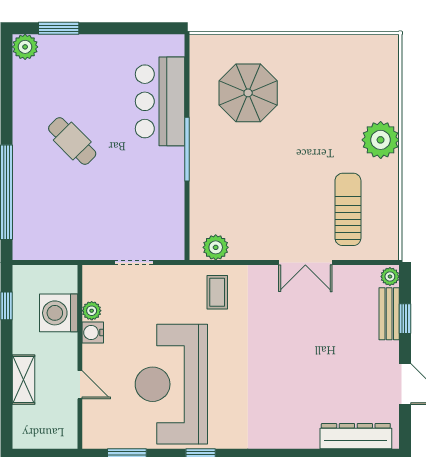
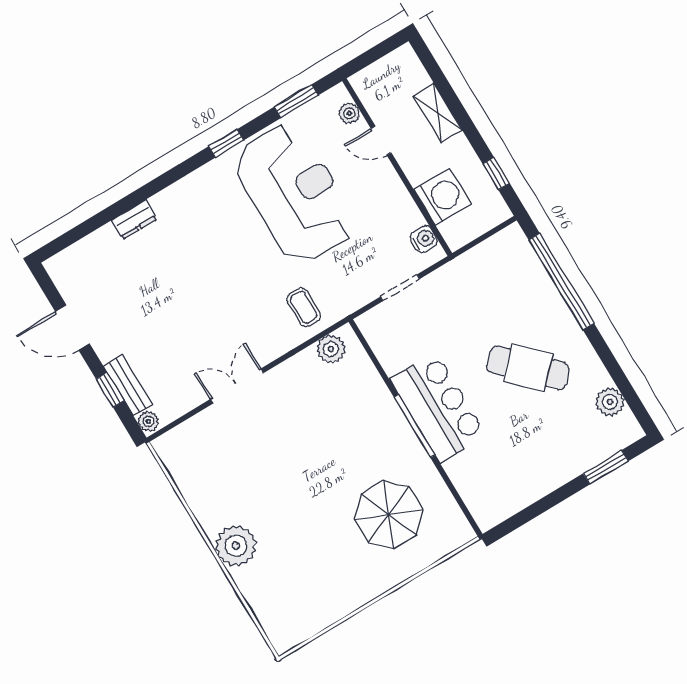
plant: (25, 47) -> (610, 402), moved
bar counter: (160, 101) -> (438, 407), moved
cafe table: (72, 141) -> (528, 368), width x1.37, depth x1.35
sun lounger: (348, 209) -> (227, 461), removed
plant: (92, 311) -> (349, 113), moved
water cooler: (93, 333) -> (424, 239), moved
dresser: (356, 436) -> (134, 220), moved, width x0.51, depth x0.80

